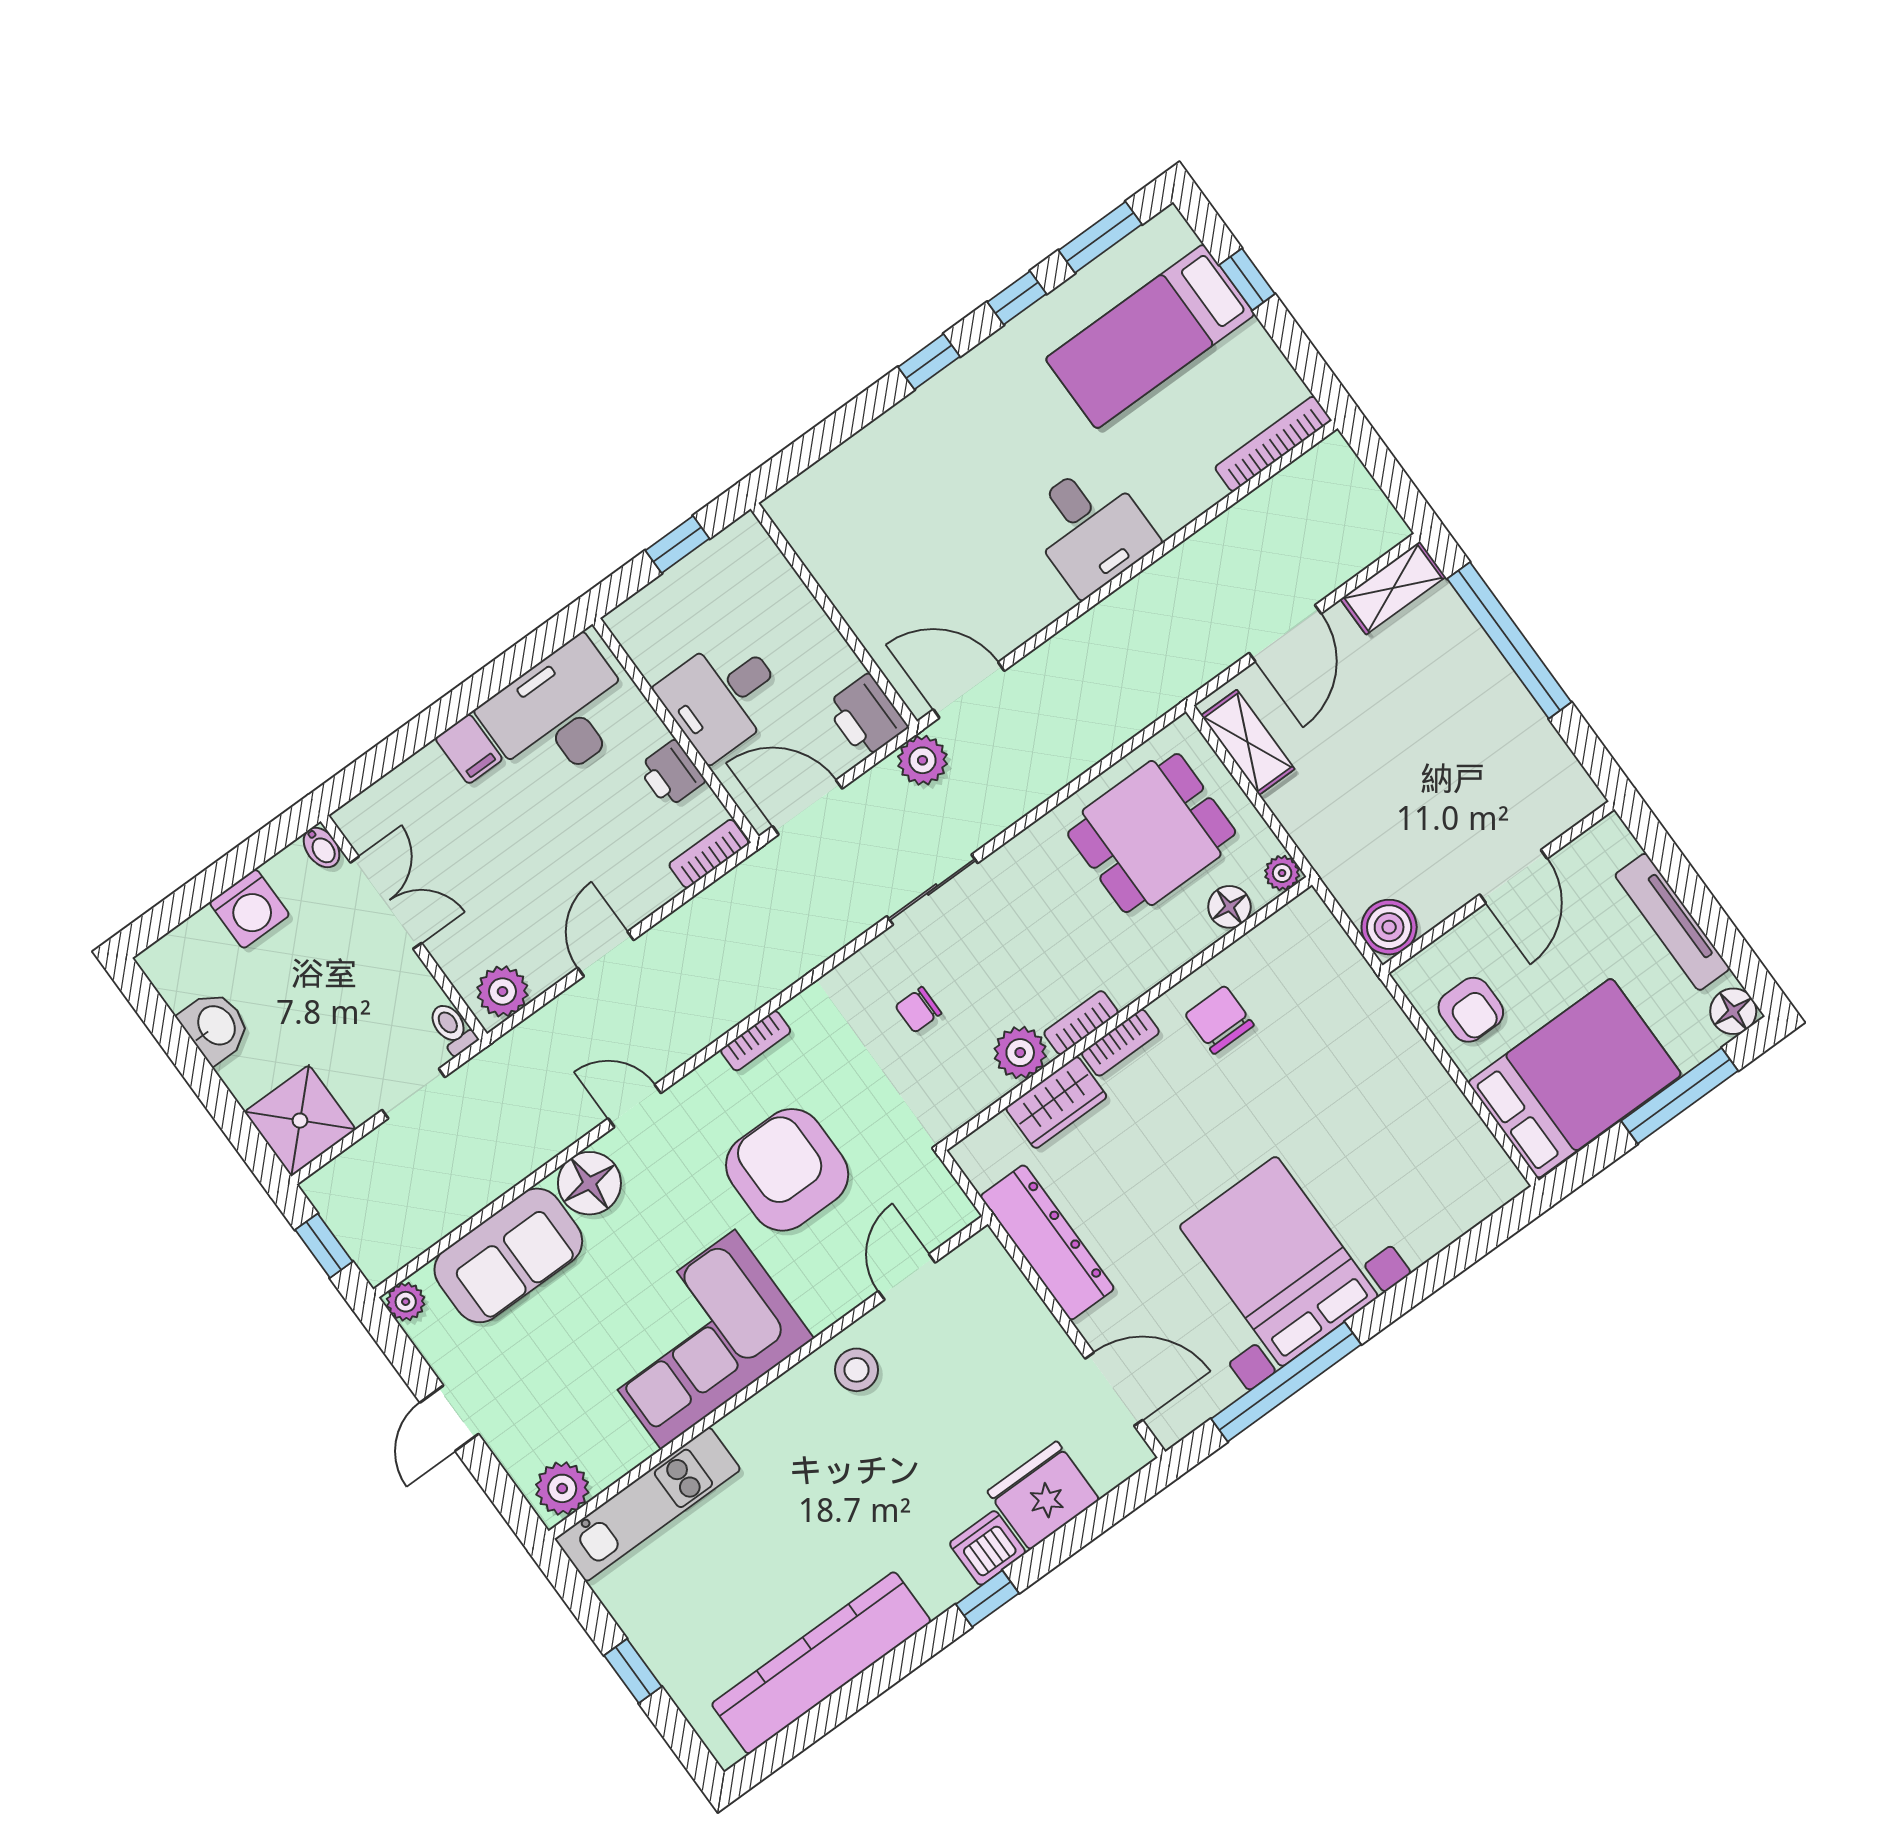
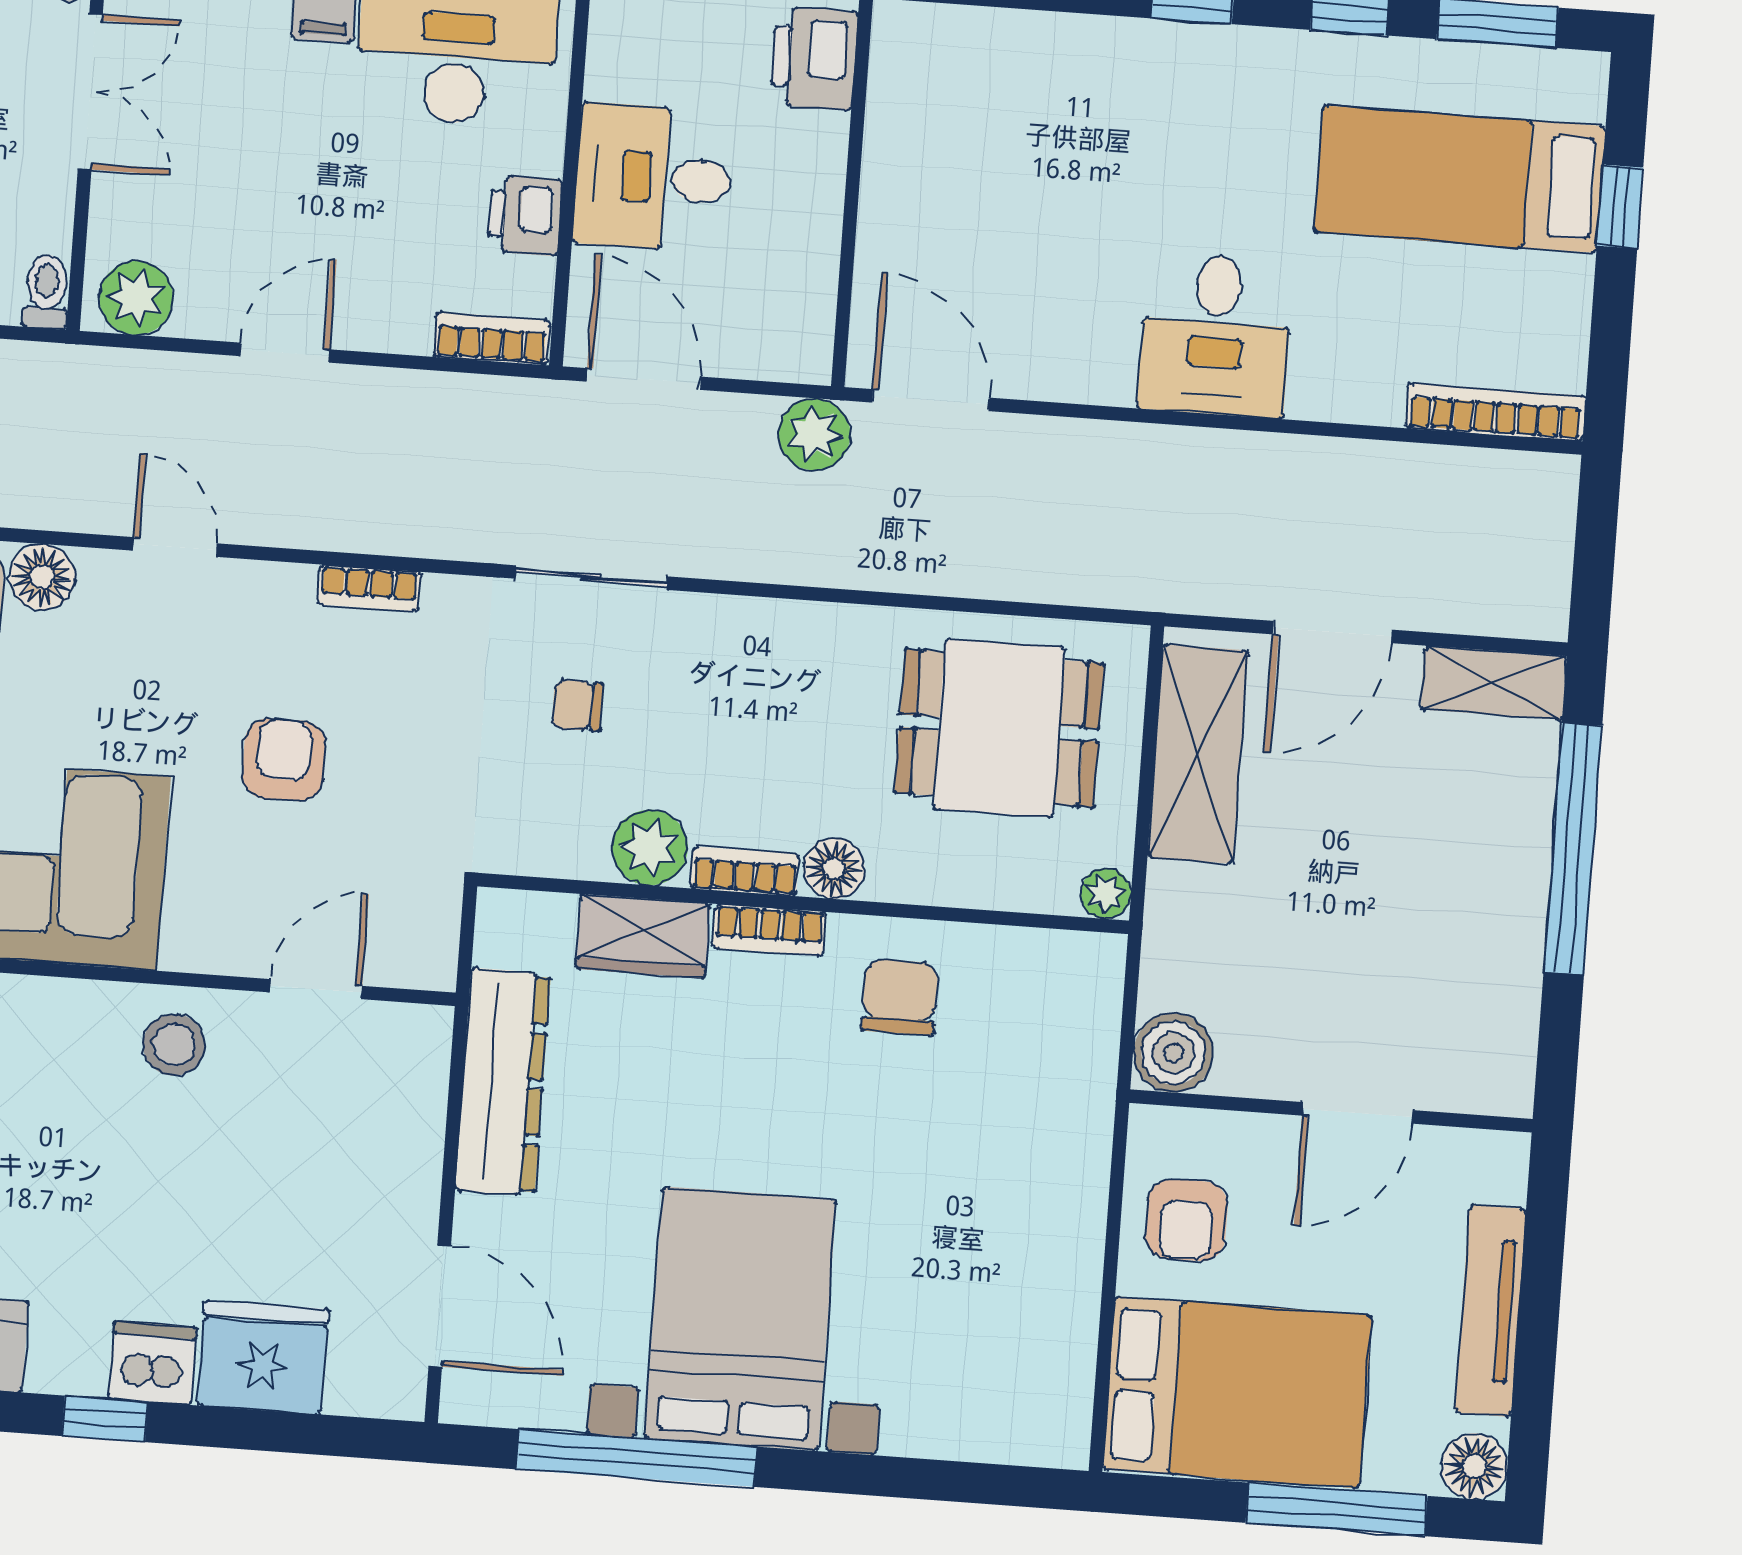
printer: (866, 716) -> (814, 58), moved
shelving: (1248, 742) -> (1198, 754), width x1.50, depth x1.33
sliding door: (932, 890) -> (591, 578), moved
floor lamp: (1229, 907) -> (834, 868), moved
armchair: (787, 1170) -> (284, 760), width x0.53, depth x0.53
floor lamp: (589, 1183) -> (42, 577), width x0.73, depth x0.73

